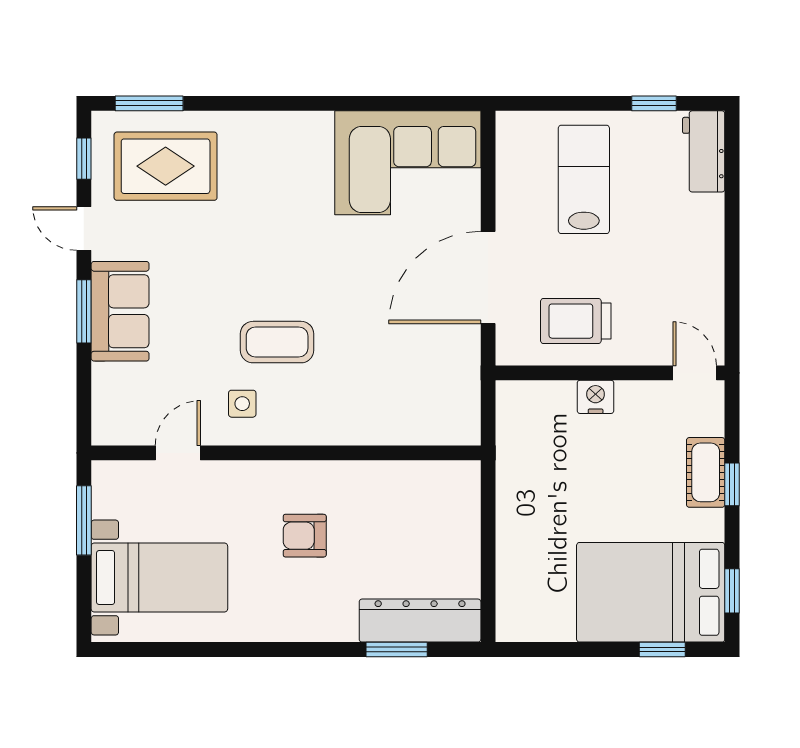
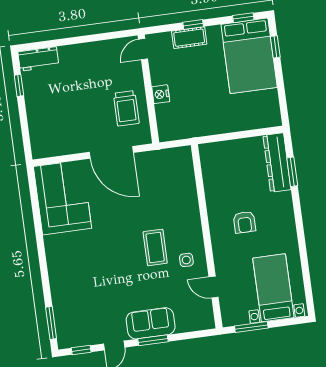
rug: (166, 166) -> (80, 311), removed
lab bench: (584, 179) -> (59, 114), removed

